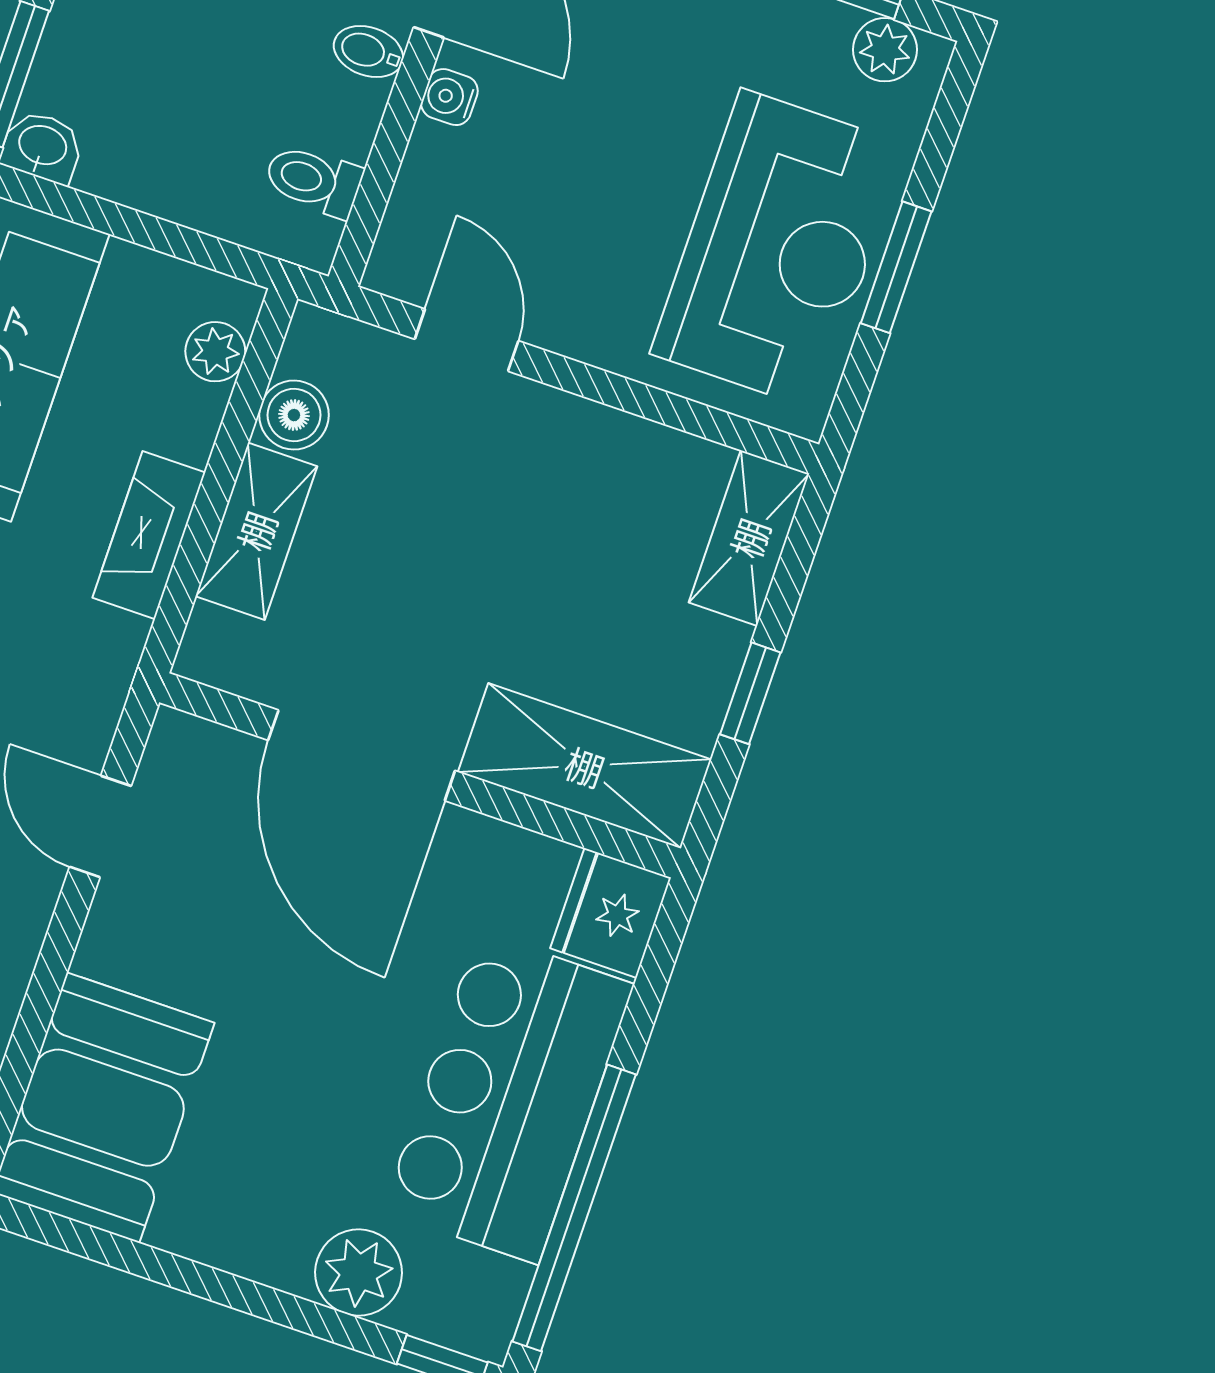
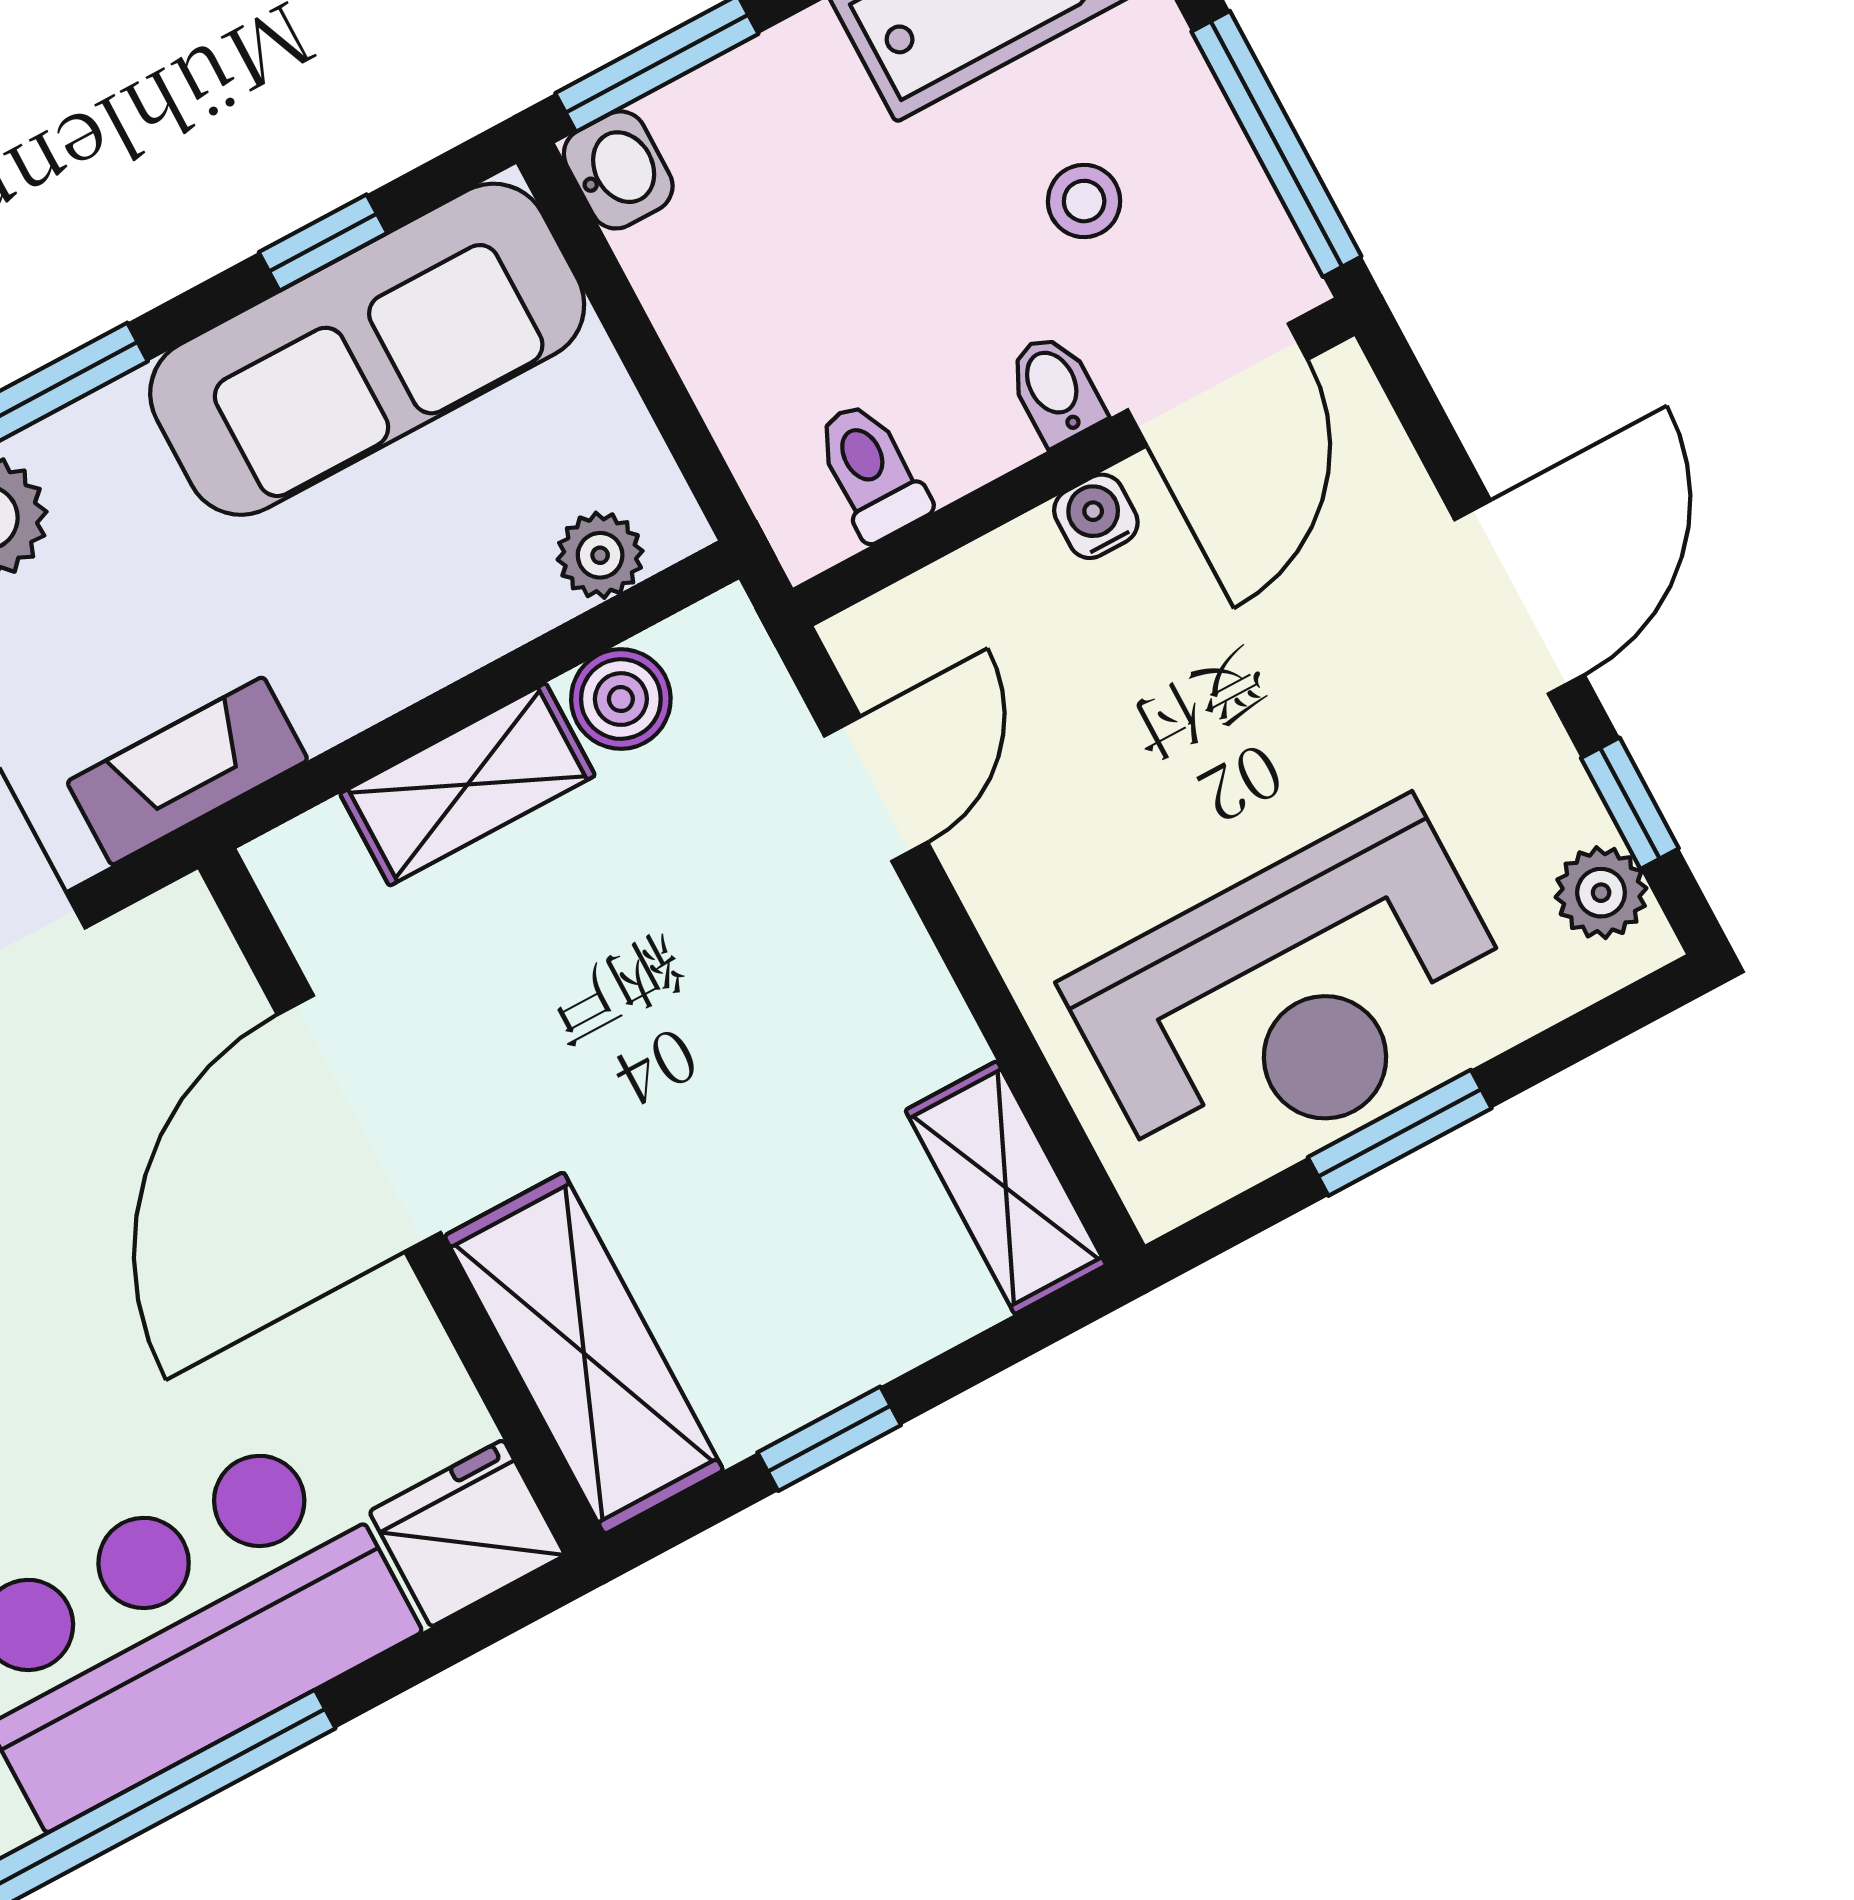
fireplace: (149, 535) -> (187, 771), moved
shelving: (749, 538) -> (1006, 1188), moved, turned 90

